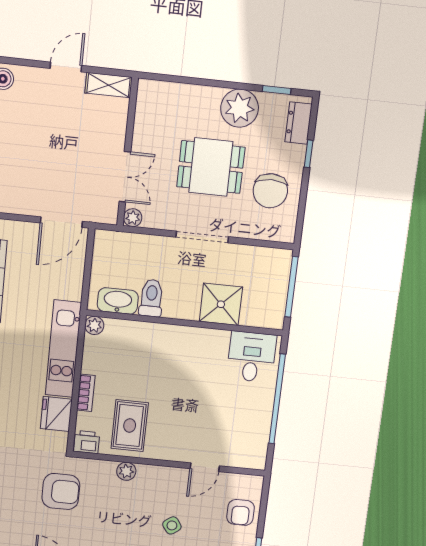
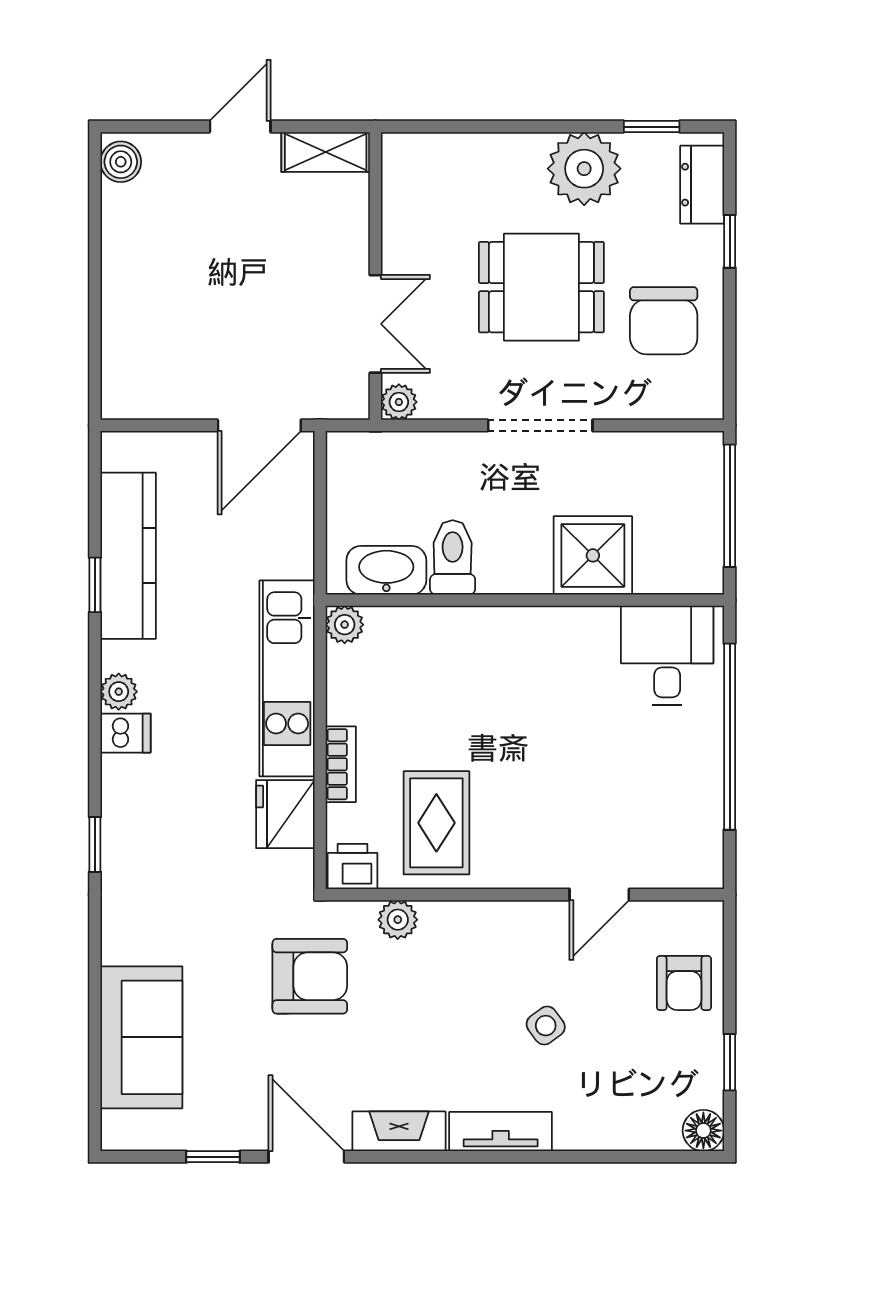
plant: (126, 471) -> (398, 920), moved

